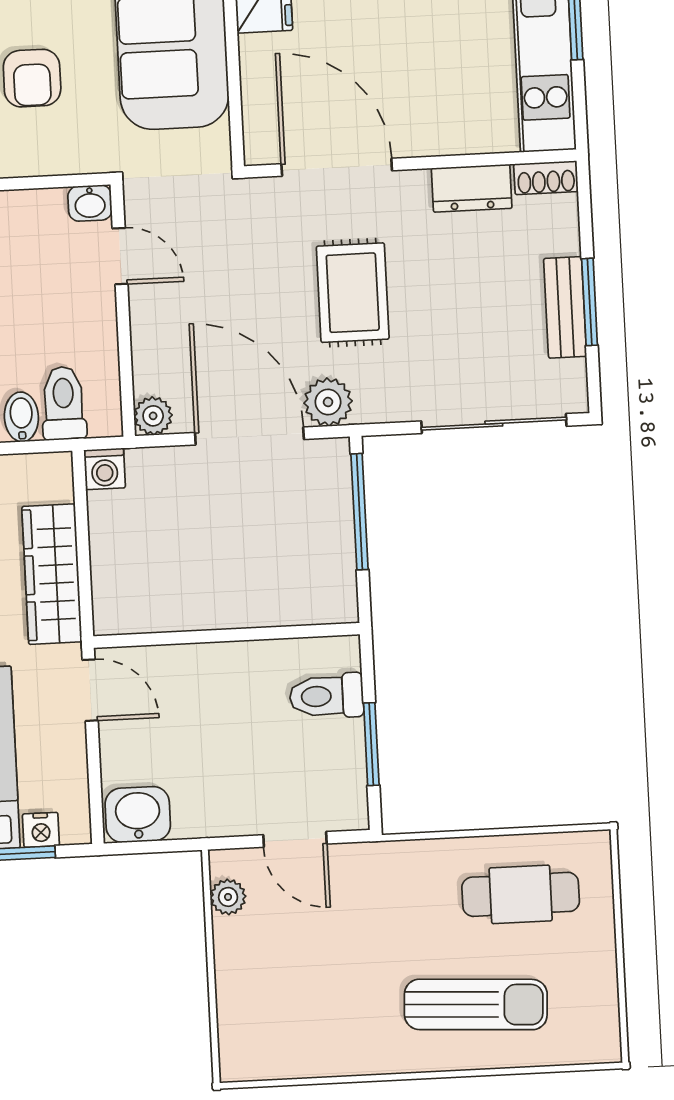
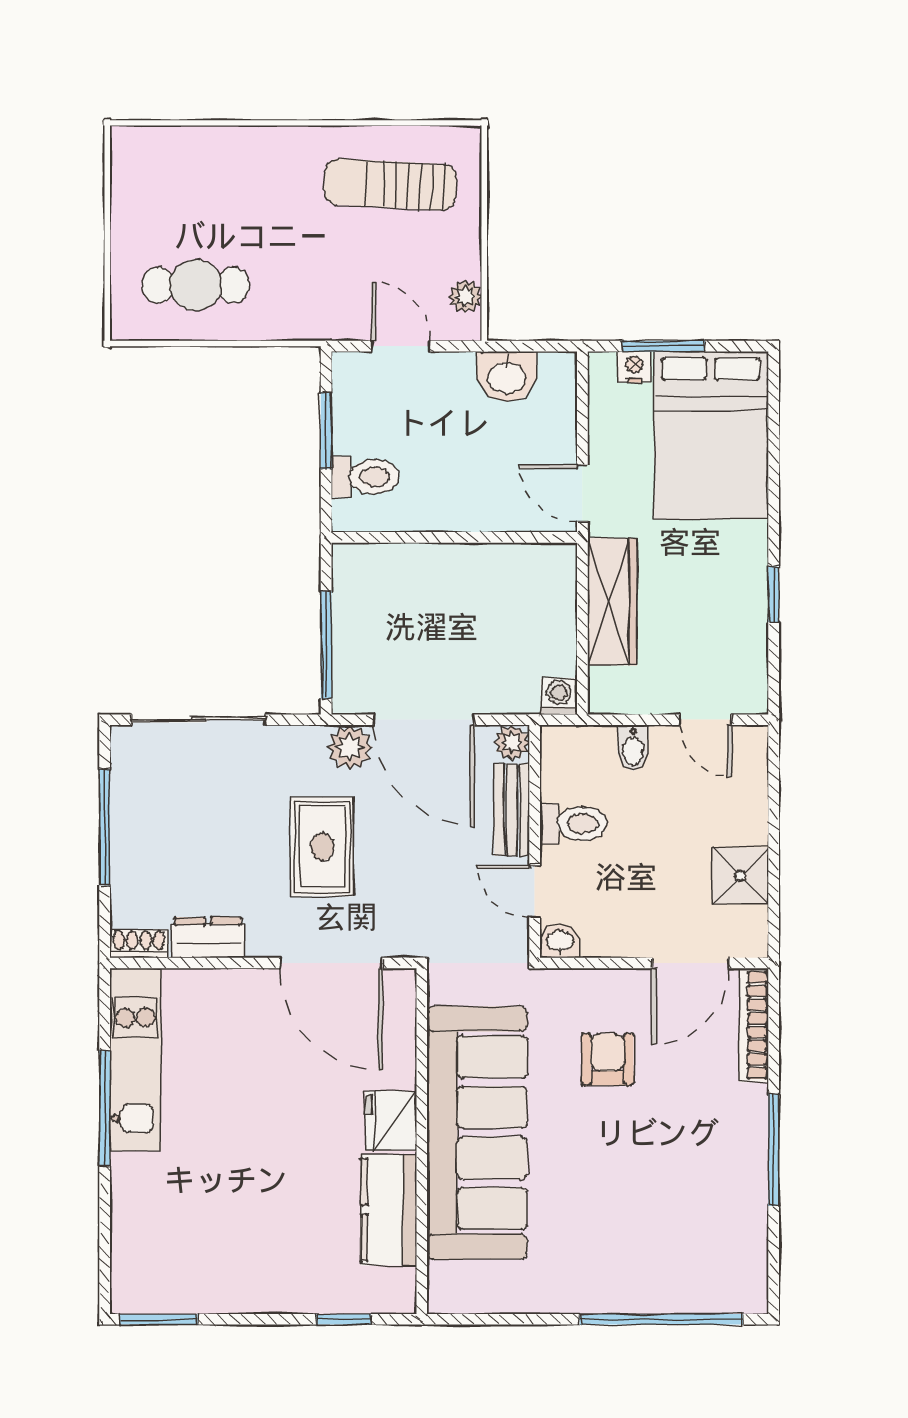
window: (590, 302) -> (105, 827), width x1.44
bench: (565, 307) -> (512, 810), moved
toilet: (64, 403) -> (573, 824), moved, turned -90
washbasin: (138, 815) -> (507, 376), moved
sun lounger: (476, 1004) -> (390, 185), moved

